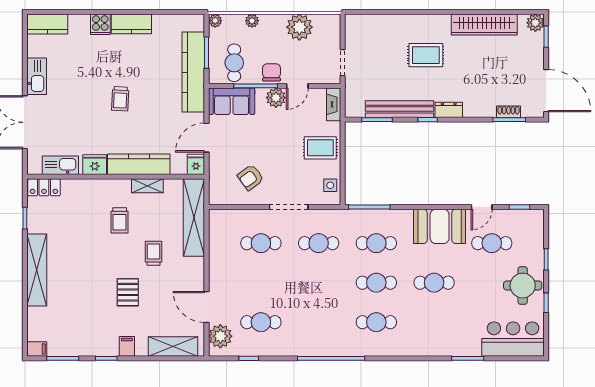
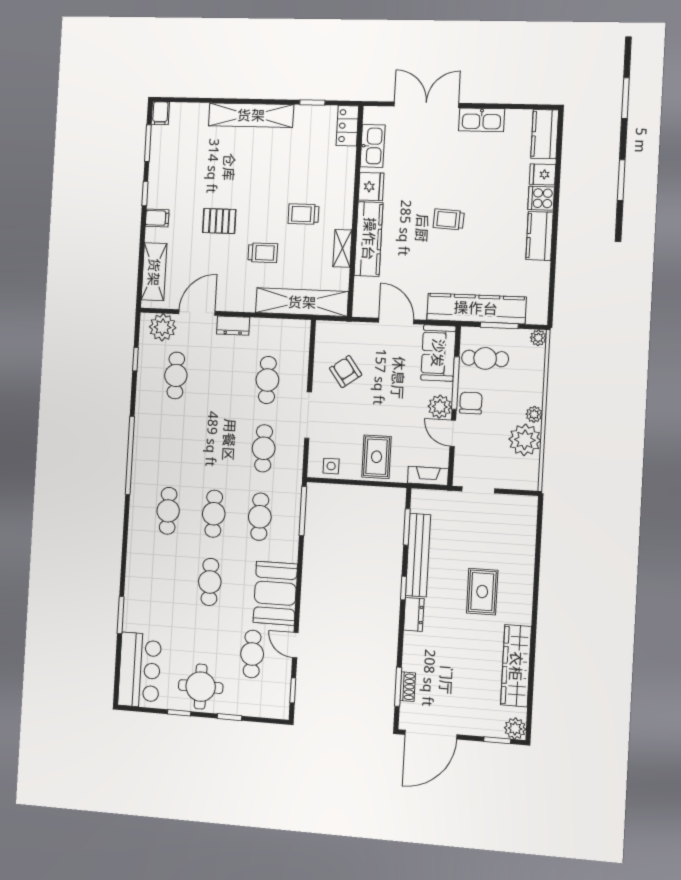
plant: (252, 21) -> (534, 414), moved
chair: (272, 72) -> (471, 403), turned -90
fridge: (196, 164) -> (542, 174), moved, turned 180
dresser: (216, 275) -> (233, 326), added

